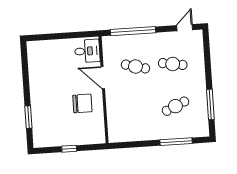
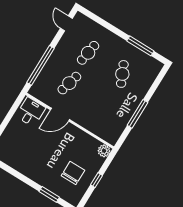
chair: (82, 103) -> (73, 173), moved
plant: (99, 137) -> (104, 151), added
window: (176, 142) -> (137, 114), moved

